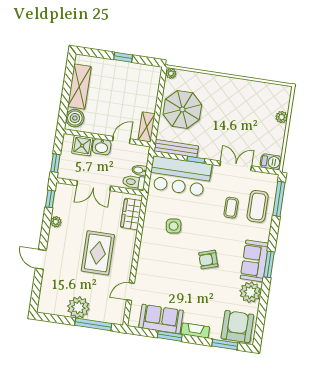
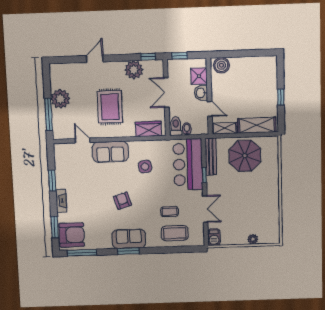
plant: (171, 73) -> (274, 140), removed
shelving: (79, 87) -> (257, 125), moved
window: (279, 199) -> (82, 253), moved
plant: (56, 222) -> (134, 70), width x1.87, depth x1.87
rug: (98, 253) -> (110, 107), turned 90
plant: (250, 292) -> (102, 240), removed
sofa: (161, 319) -> (110, 152), moved, turned 90

